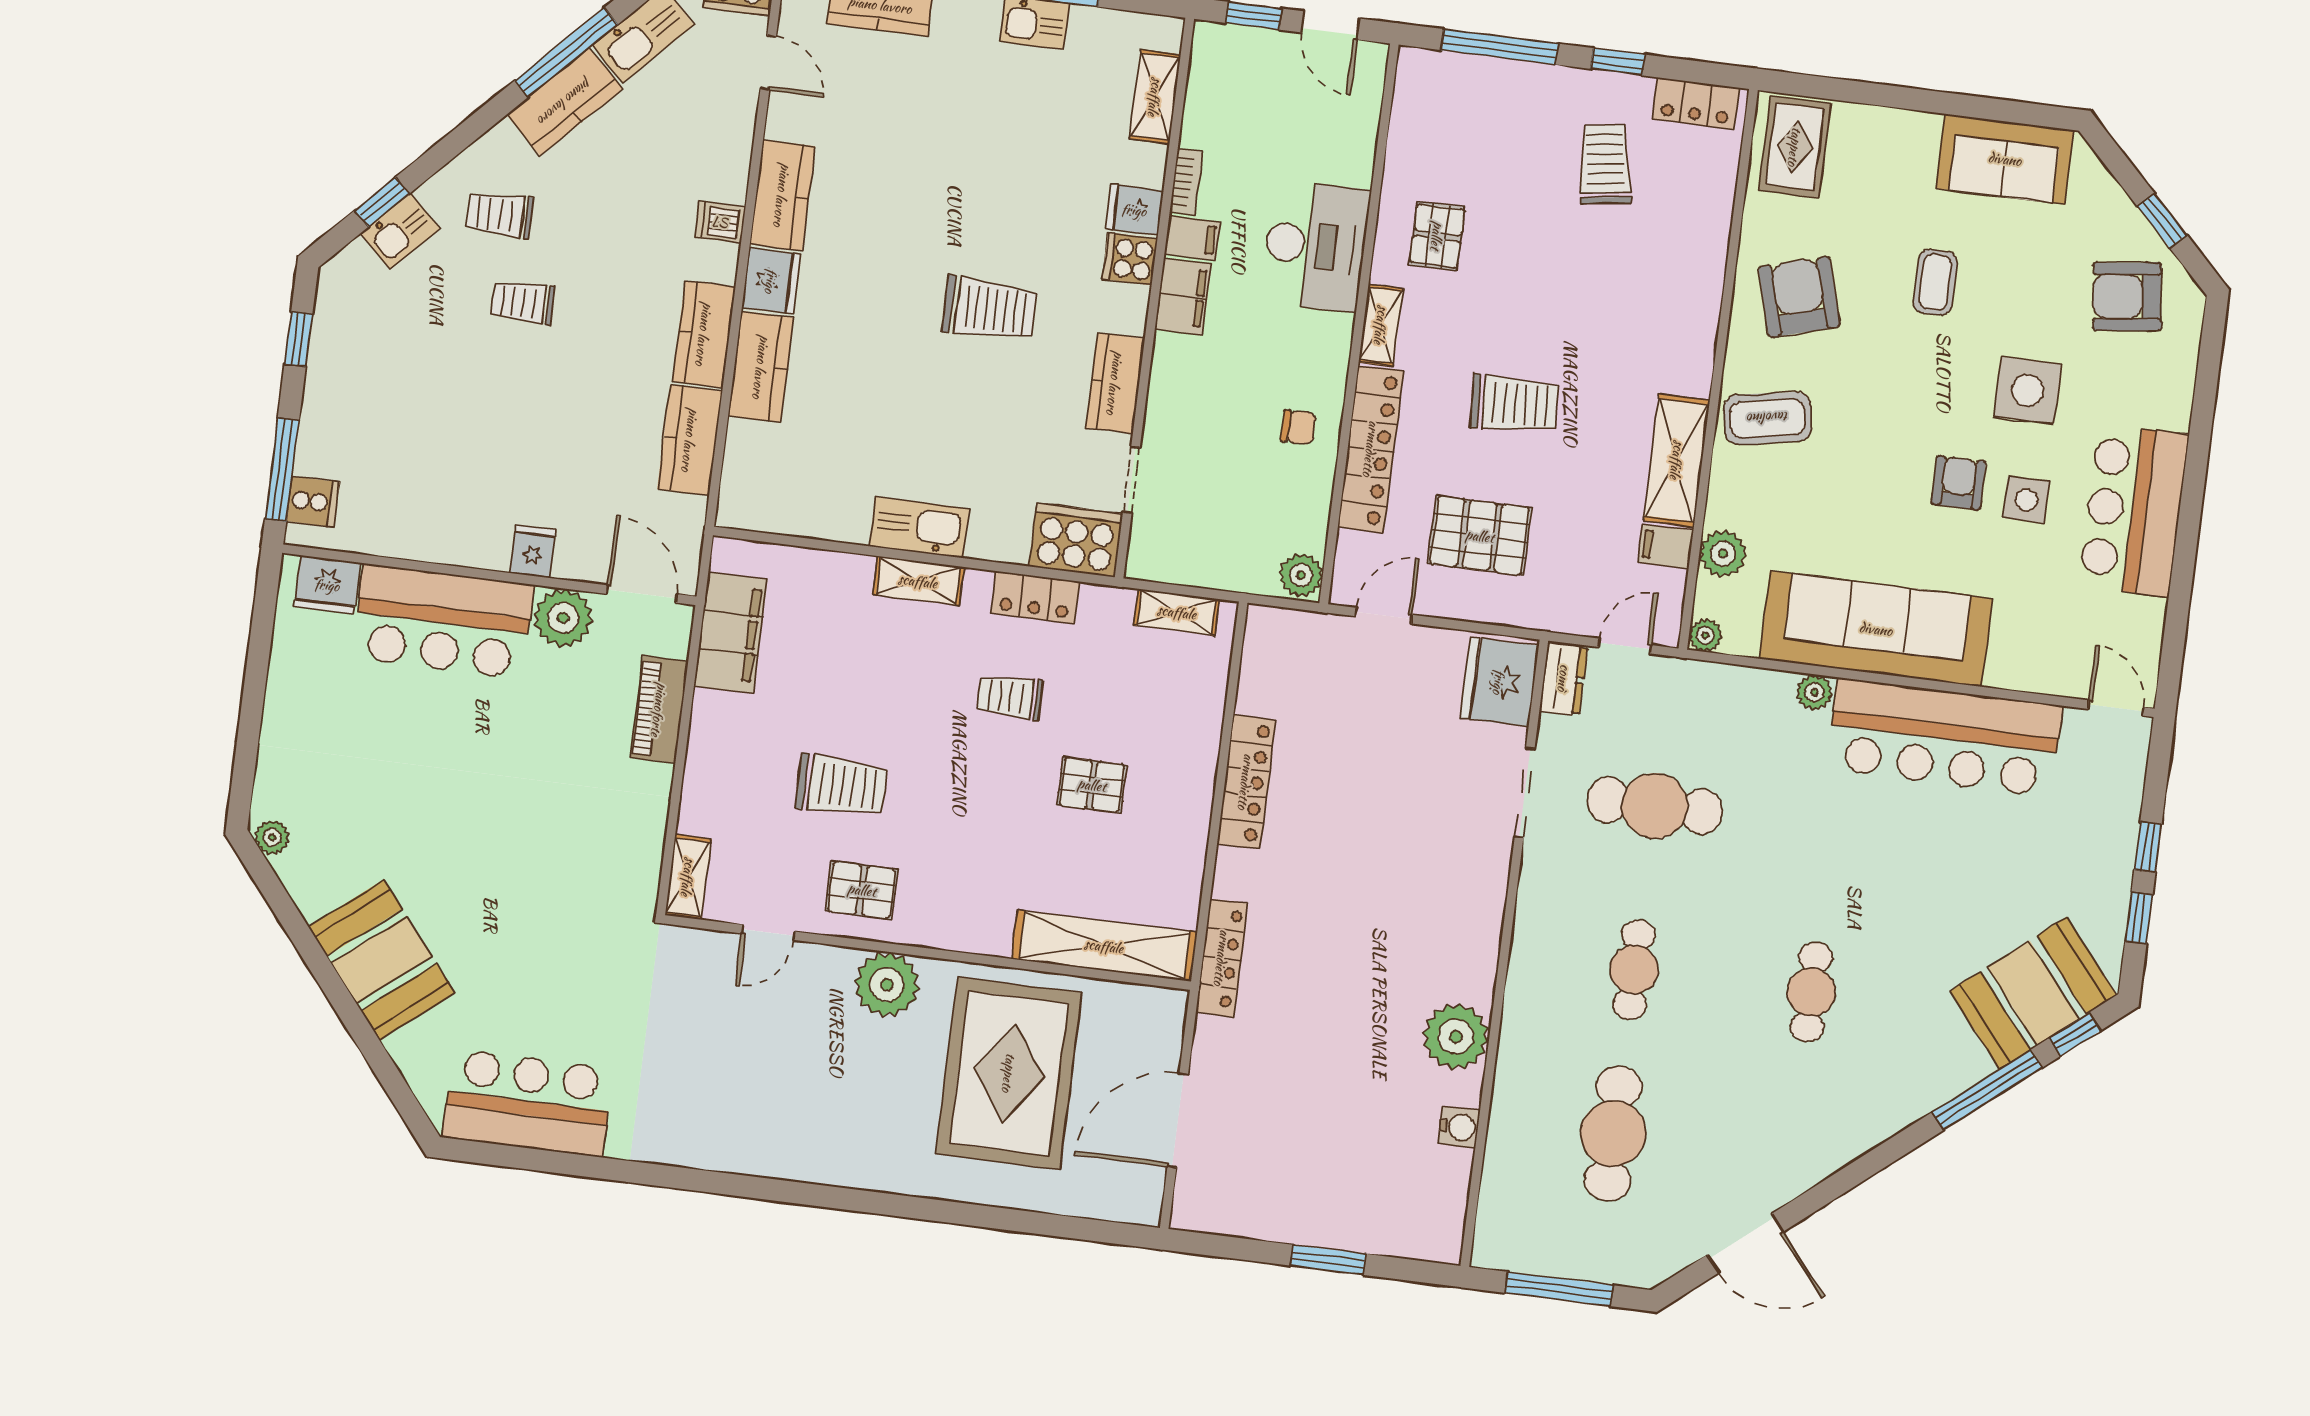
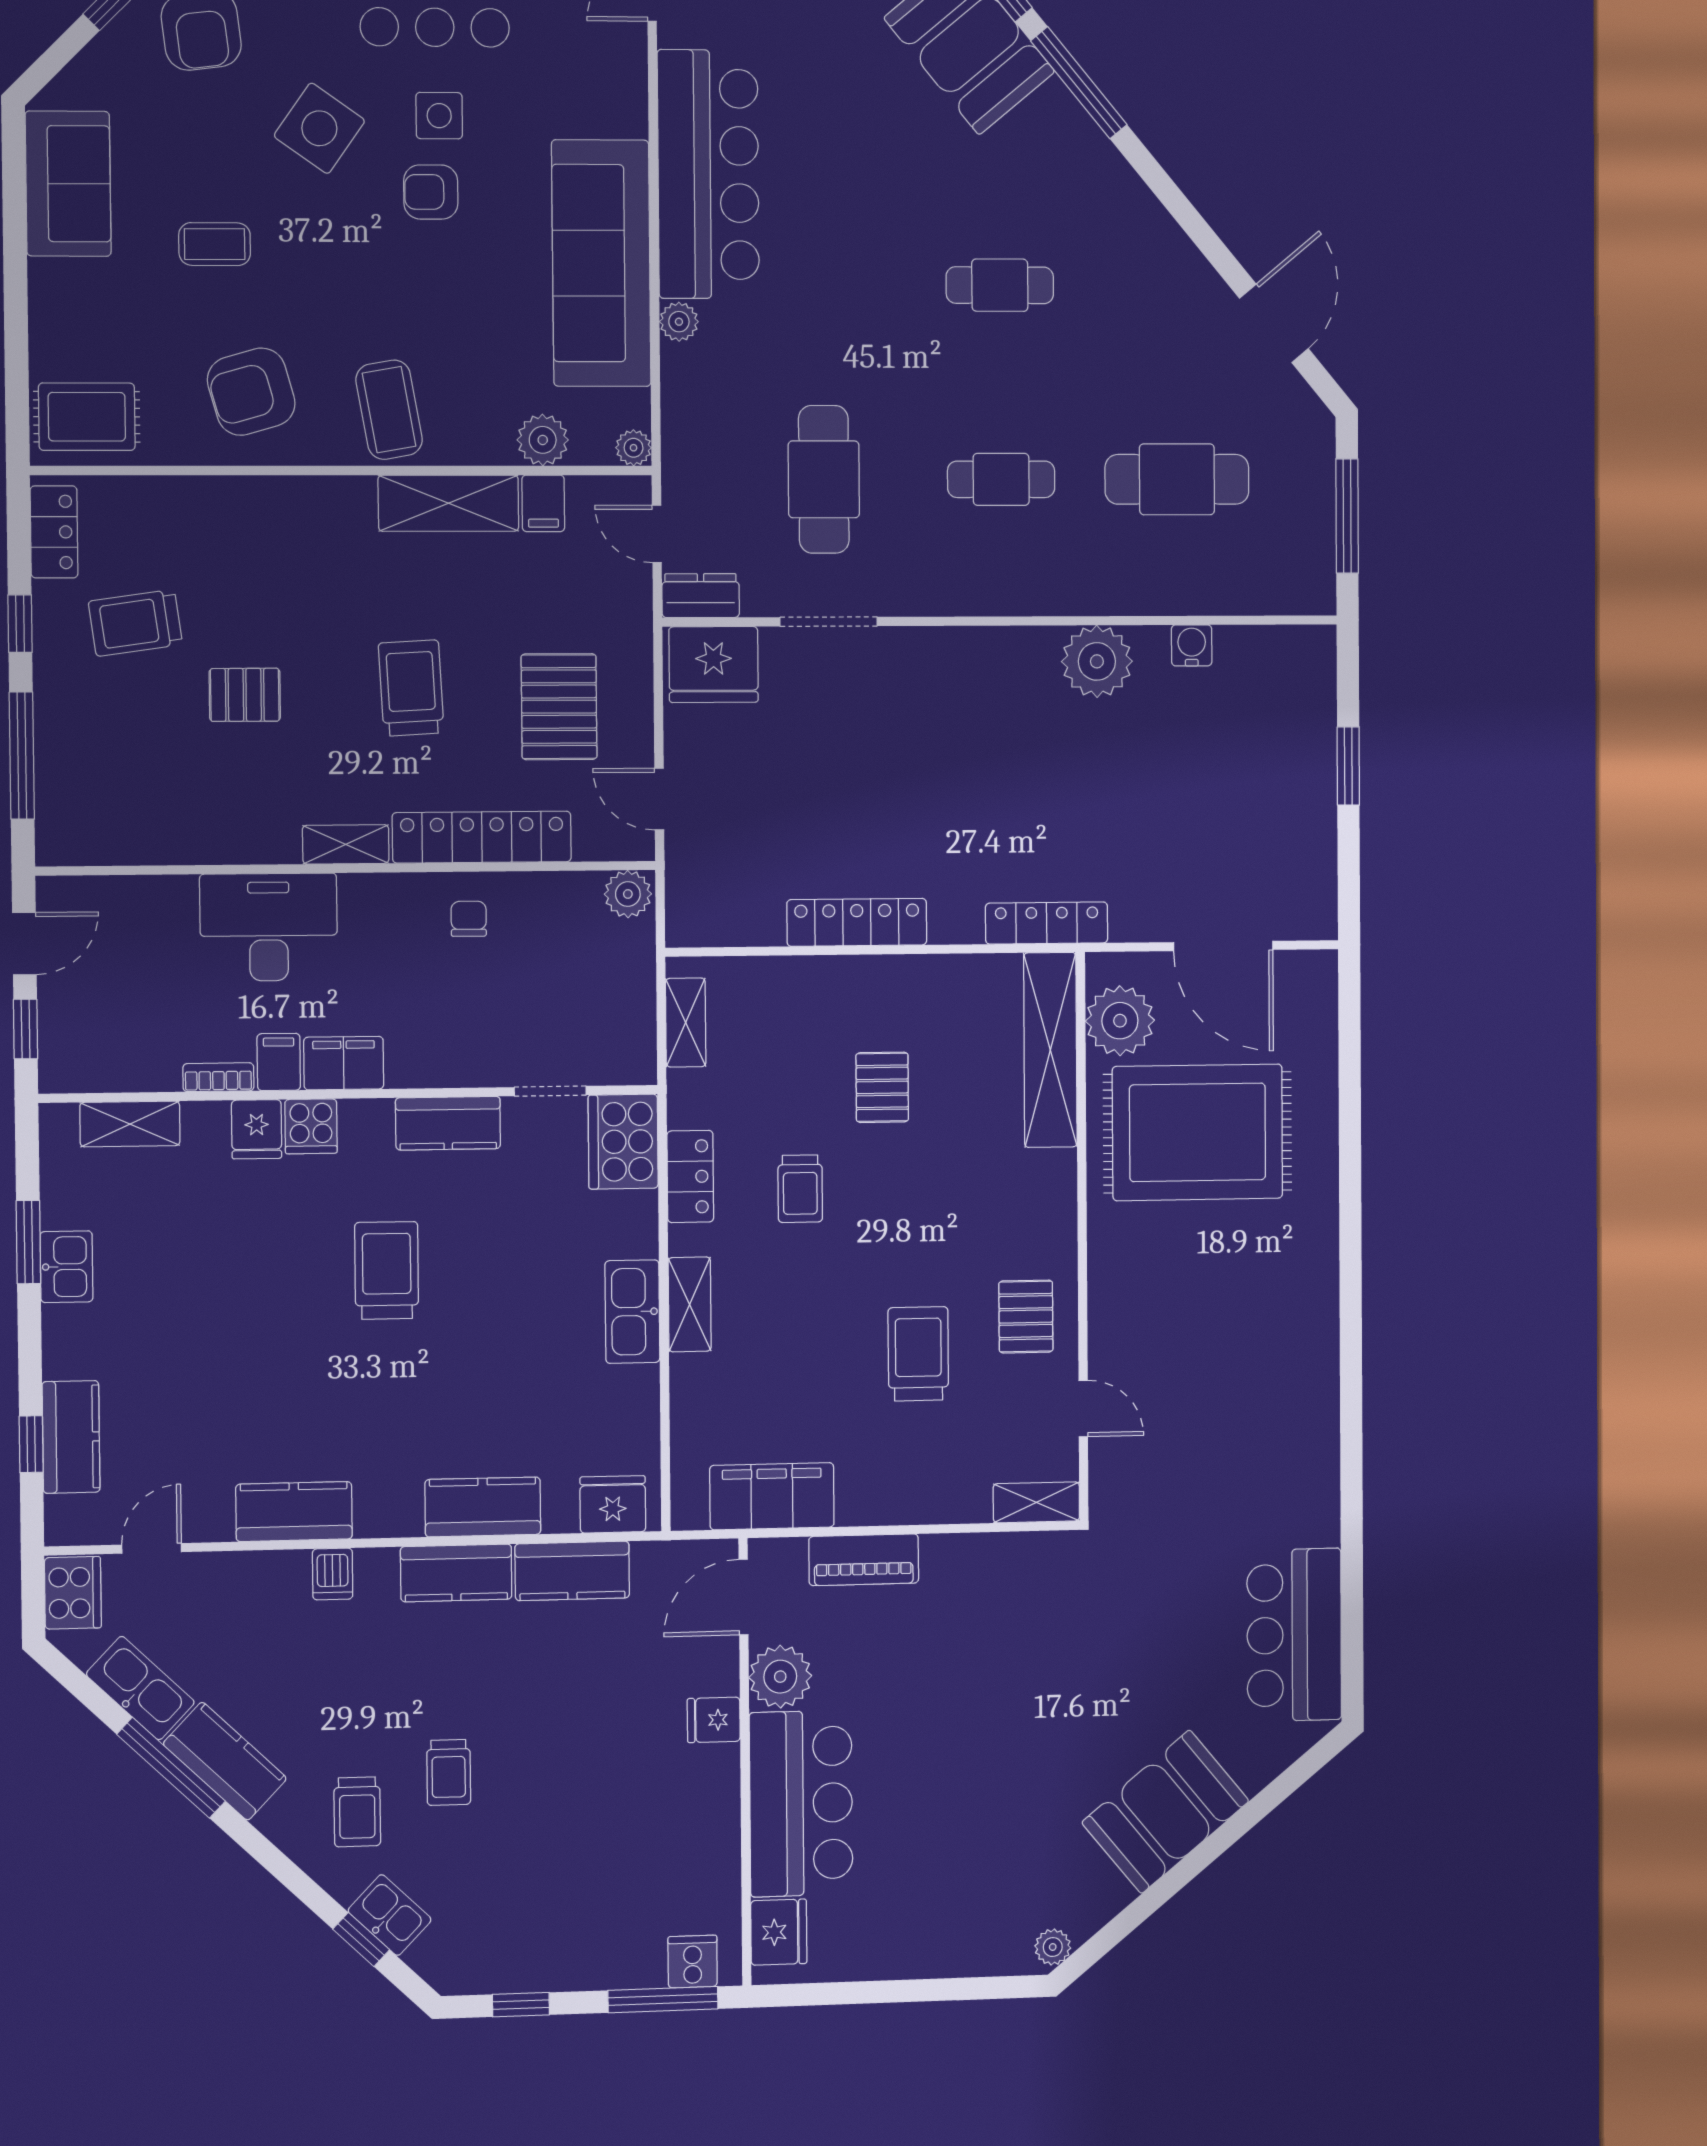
pallet: (1437, 236) -> (245, 695), moved
fridge: (771, 281) -> (613, 1504), moved
side table: (2028, 390) -> (319, 128), turned 35
plant: (887, 985) -> (1120, 1021), moved

